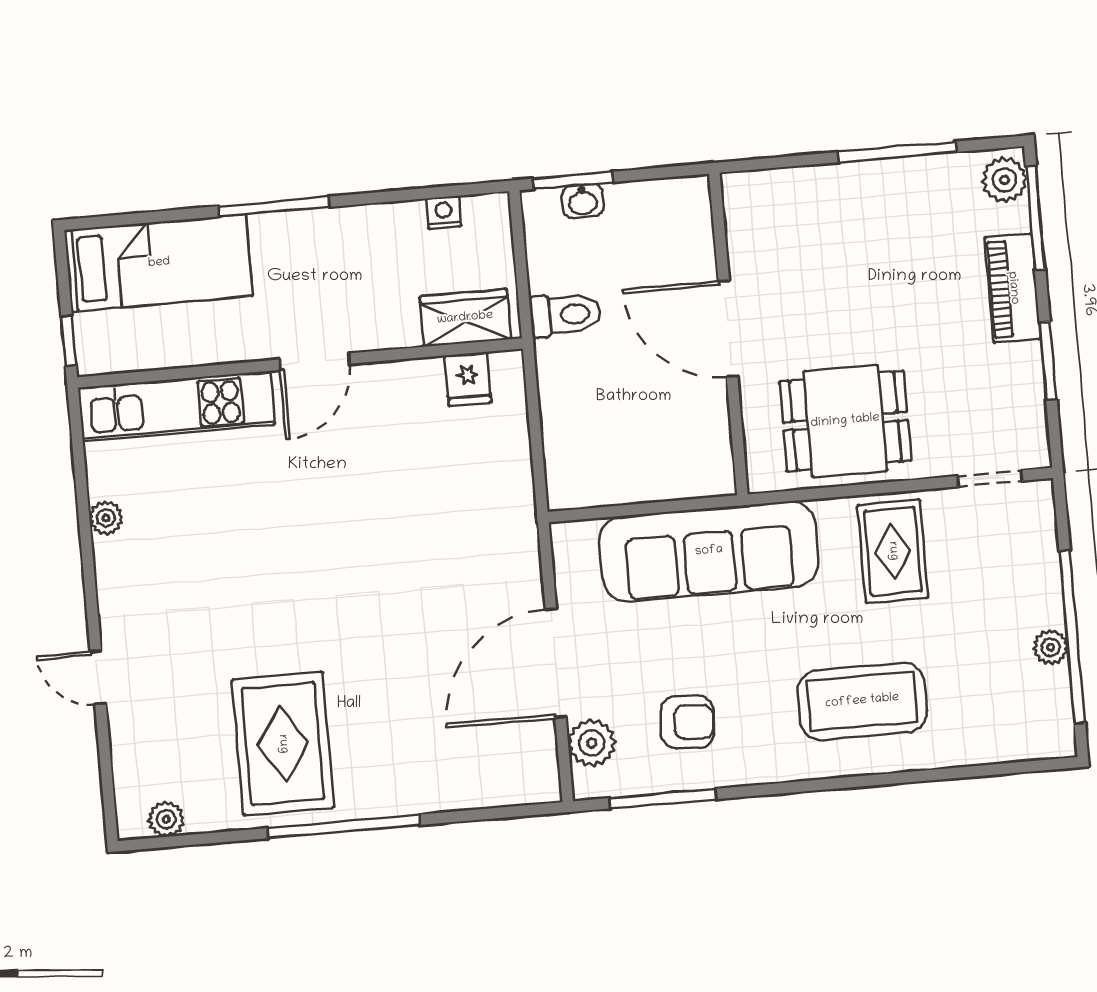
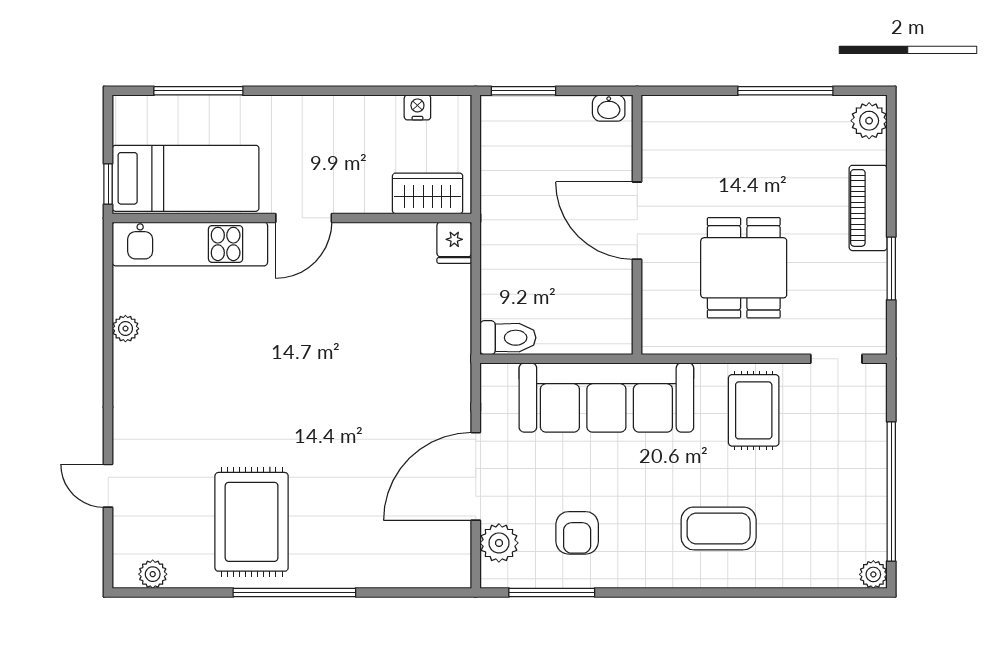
washbasin: (583, 201) -> (609, 108), moved
window: (274, 207) -> (198, 91), moved
window: (1036, 218) -> (891, 153), removed
bed: (159, 263) -> (186, 178), moved
toilet: (565, 315) -> (508, 338), moved
fridge: (468, 379) -> (454, 243), moved
dining table: (845, 421) -> (744, 268), moved, turned 90
plant: (1051, 647) -> (873, 574), moved
door: (98, 678) -> (108, 486), moved
coffee table: (862, 701) -> (719, 528), width x0.73, depth x0.76
armchair: (687, 722) -> (577, 533), turned 86

